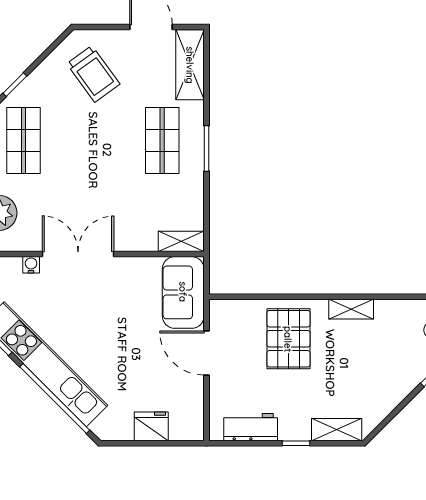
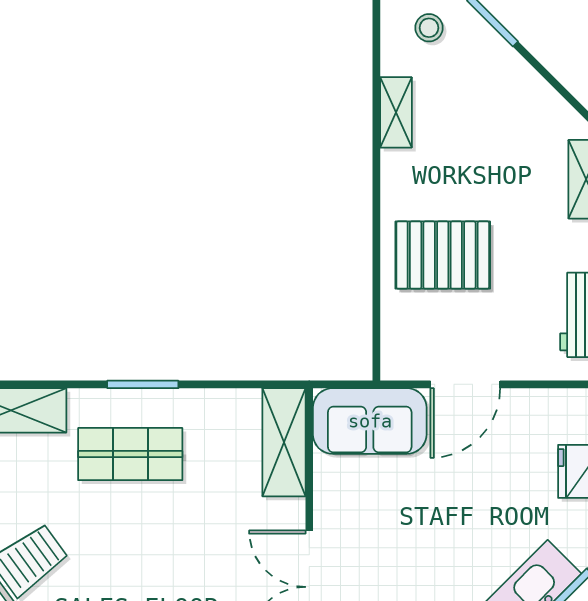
shelving: (181, 241) -> (284, 442), width x1.50, depth x1.33
shelving: (351, 309) -> (396, 112), moved

